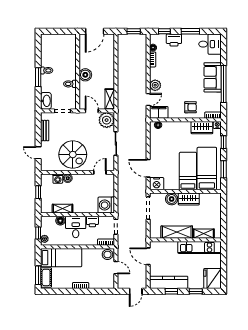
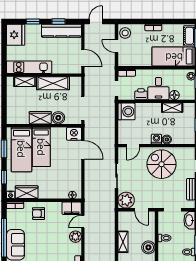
shelving: (110, 99) -> (123, 242), moved
washing machine: (58, 179) -> (156, 139), moved
stool: (107, 255) -> (125, 33), moved

